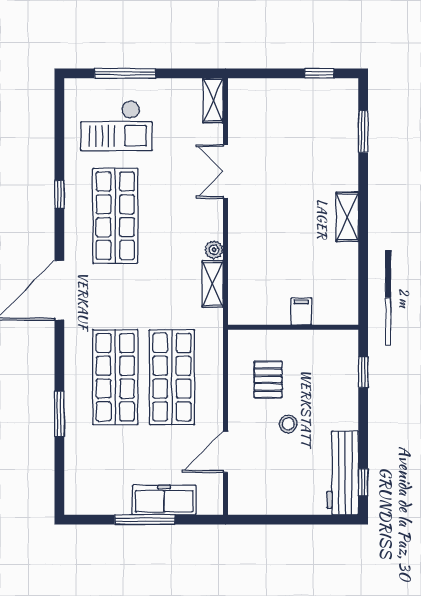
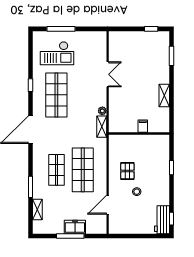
shelving: (213, 100) -> (37, 210), moved
double door: (225, 171) -> (108, 74), swing flipped
filing cabinet: (301, 311) -> (143, 126), moved
wall: (293, 327) -> (139, 134), moved
shop shelf: (115, 377) -> (56, 170), width x0.70, depth x0.74
workbench: (343, 473) -> (162, 220), width x0.73
freezer: (164, 500) -> (75, 227), width x0.71

